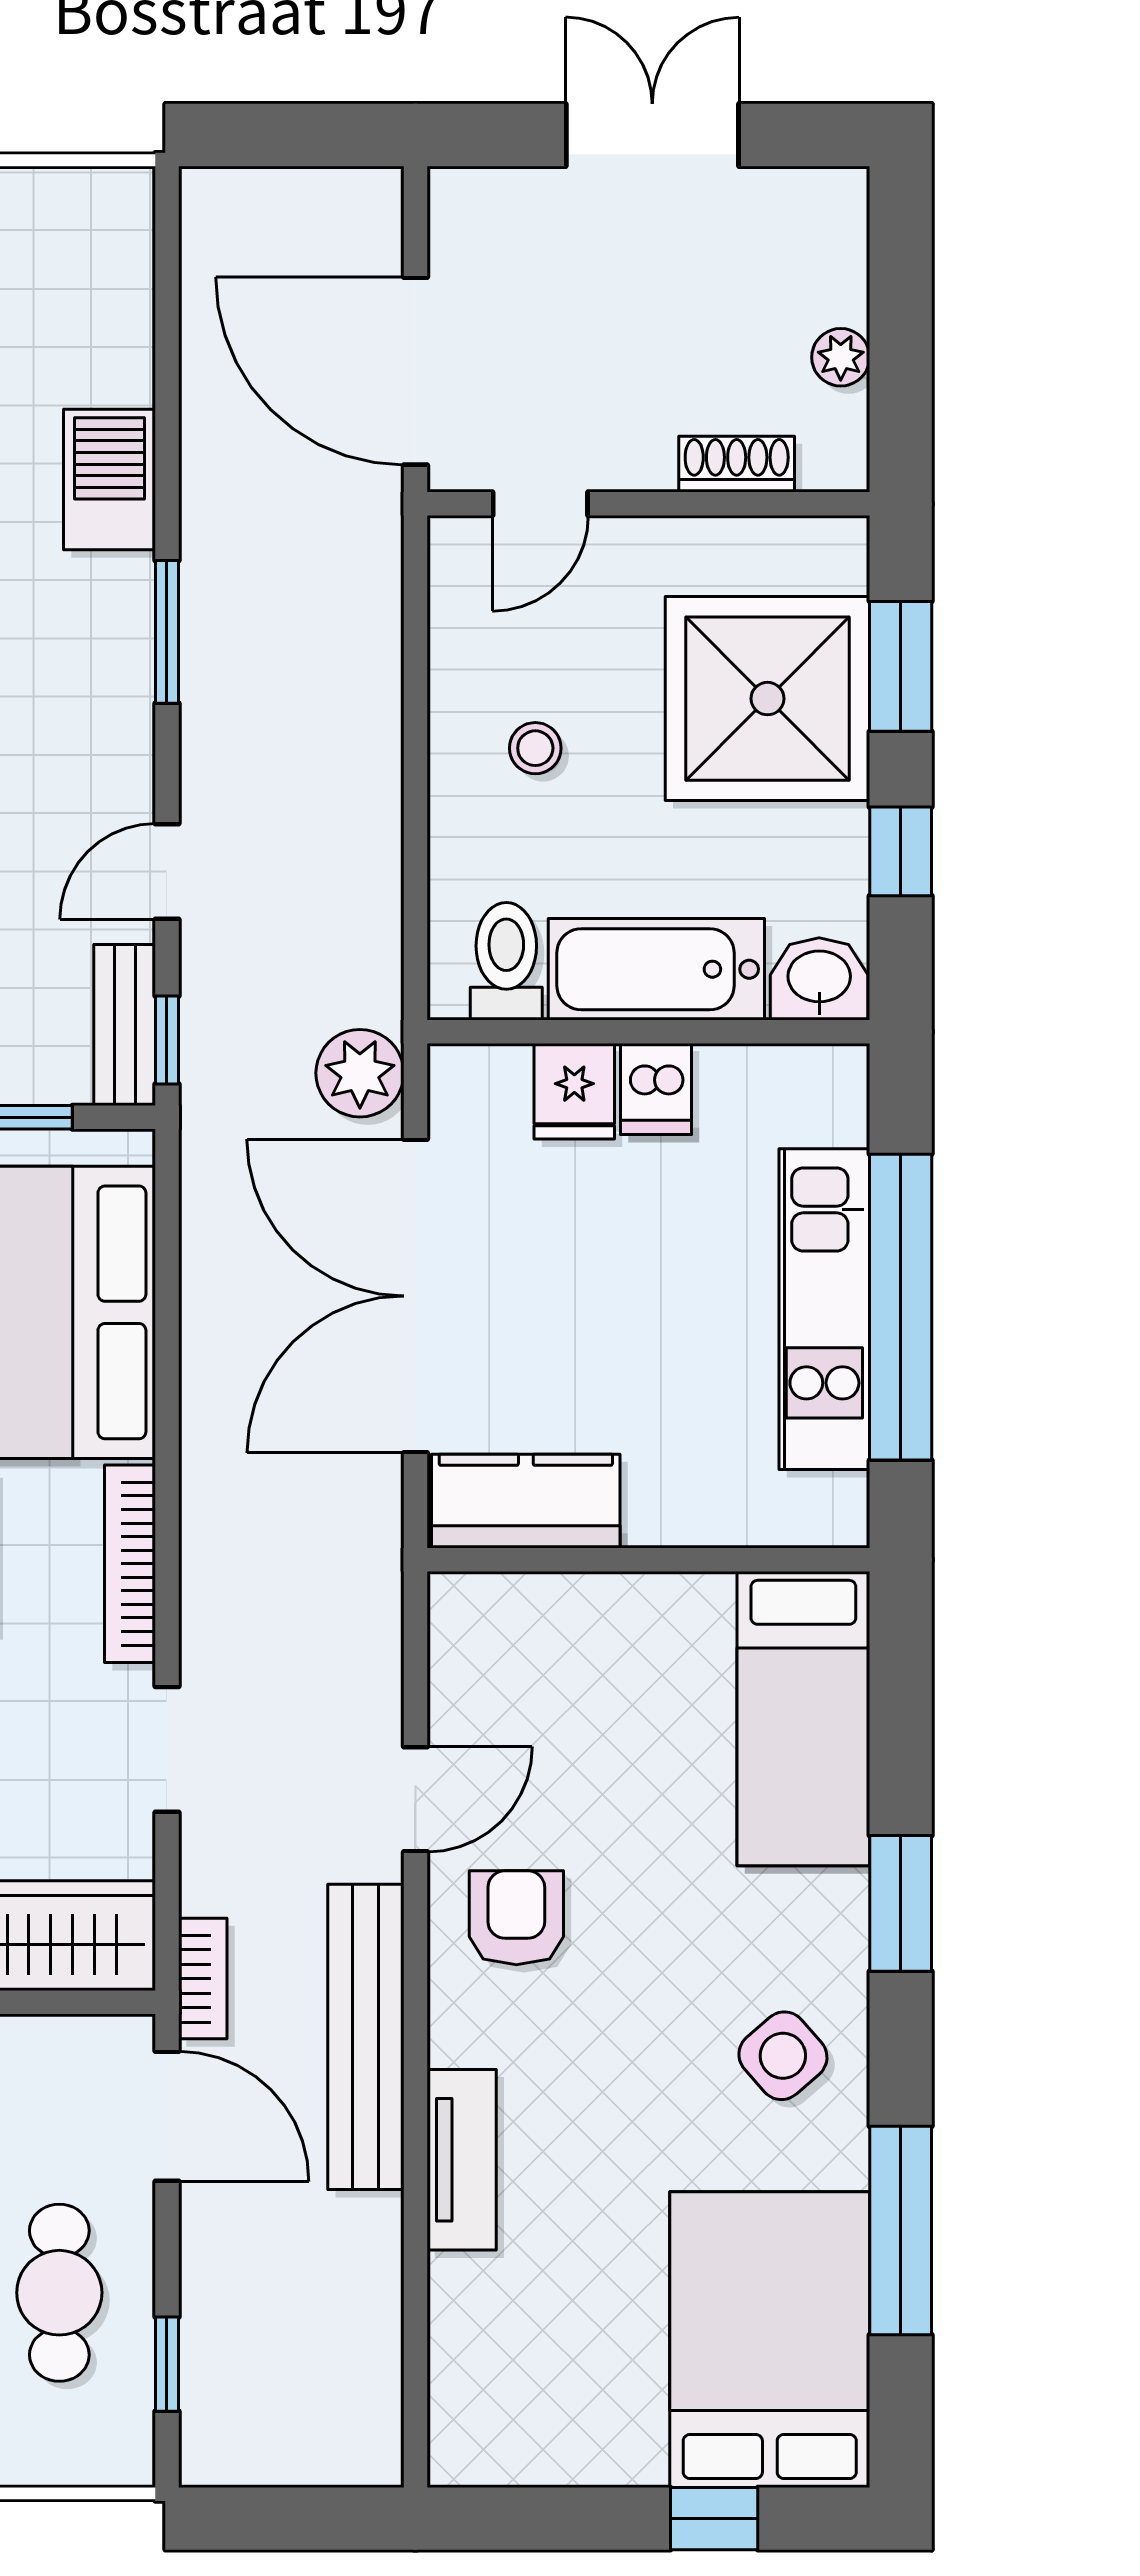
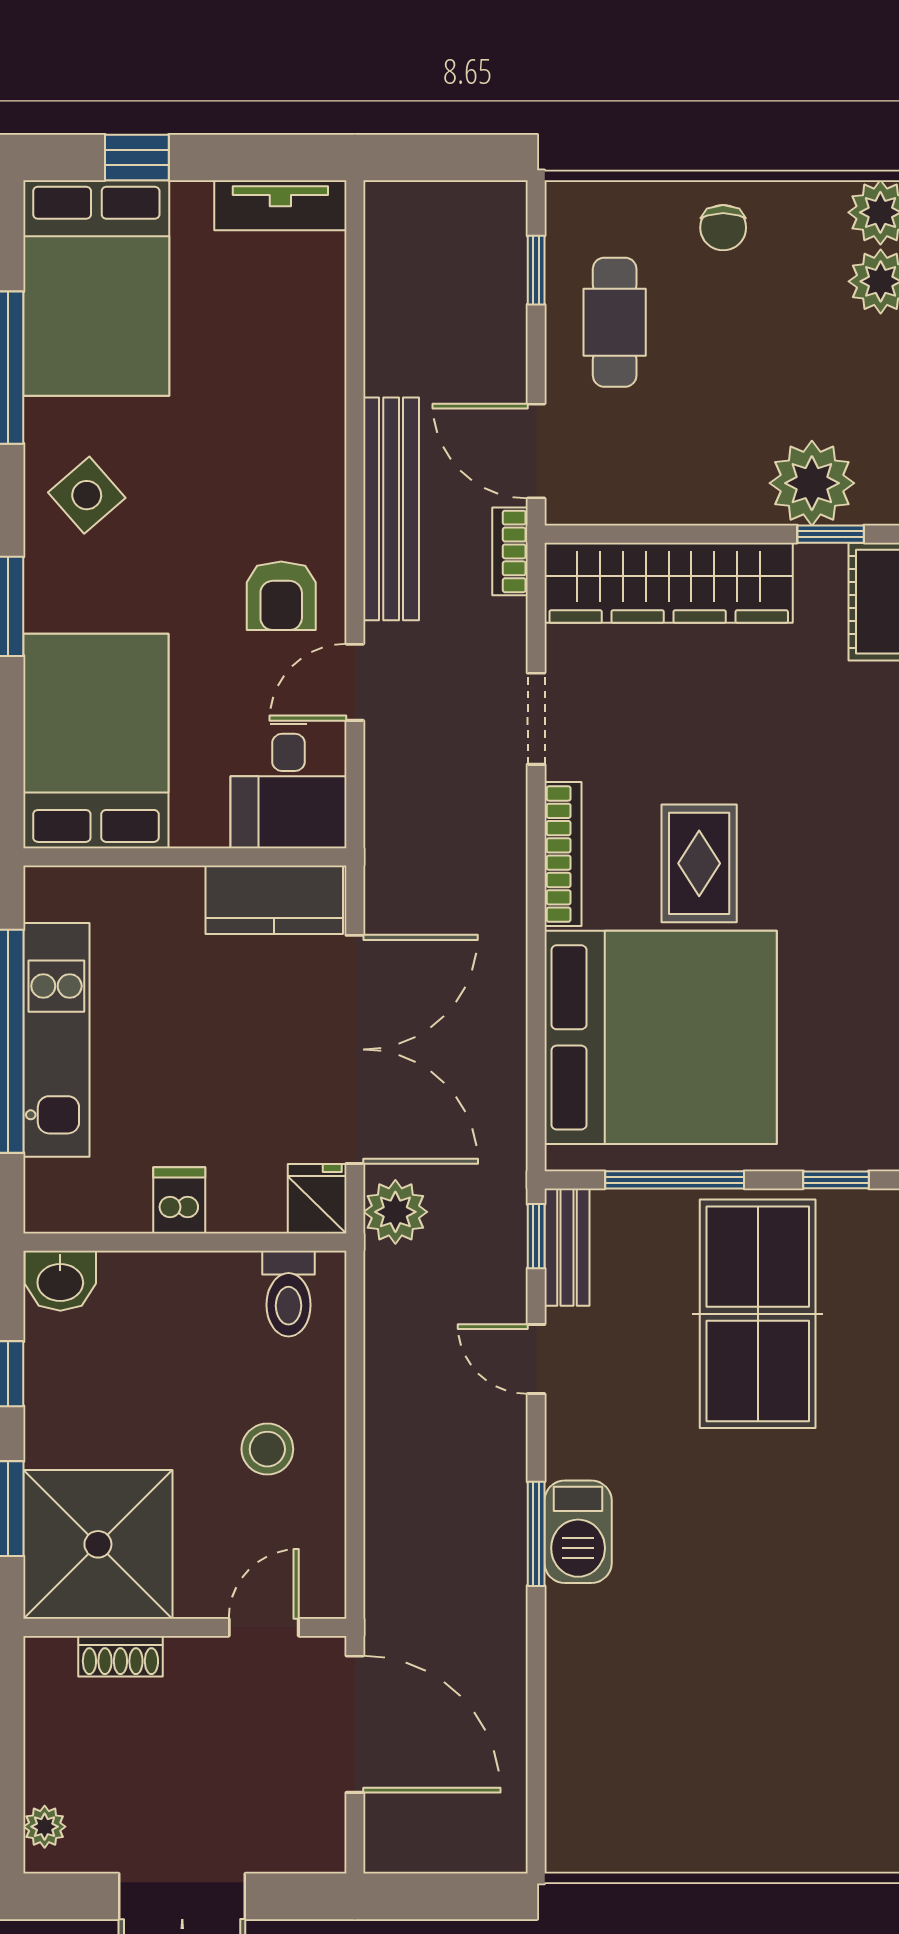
plant: (841, 357) -> (45, 1827), moved
barbecue: (109, 480) -> (578, 1532), moved
shower: (768, 699) -> (98, 1544), moved
stool: (535, 748) -> (267, 1449), width x1.37, depth x1.37
door: (167, 872) -> (536, 1359), swing flipped
bathtub: (656, 969) -> (179, 1288), removed
fridge: (574, 1091) -> (317, 1199), moved
desk: (506, 1657) -> (288, 786), added
bed: (803, 1719) -> (96, 741), width x1.50
tv unit: (462, 2160) -> (280, 205), moved, turned -90

